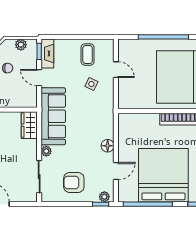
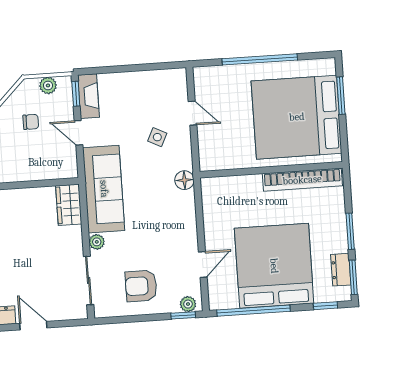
coffee table: (88, 55) -> (149, 94), removed
floor lamp: (108, 146) -> (184, 180), moved

